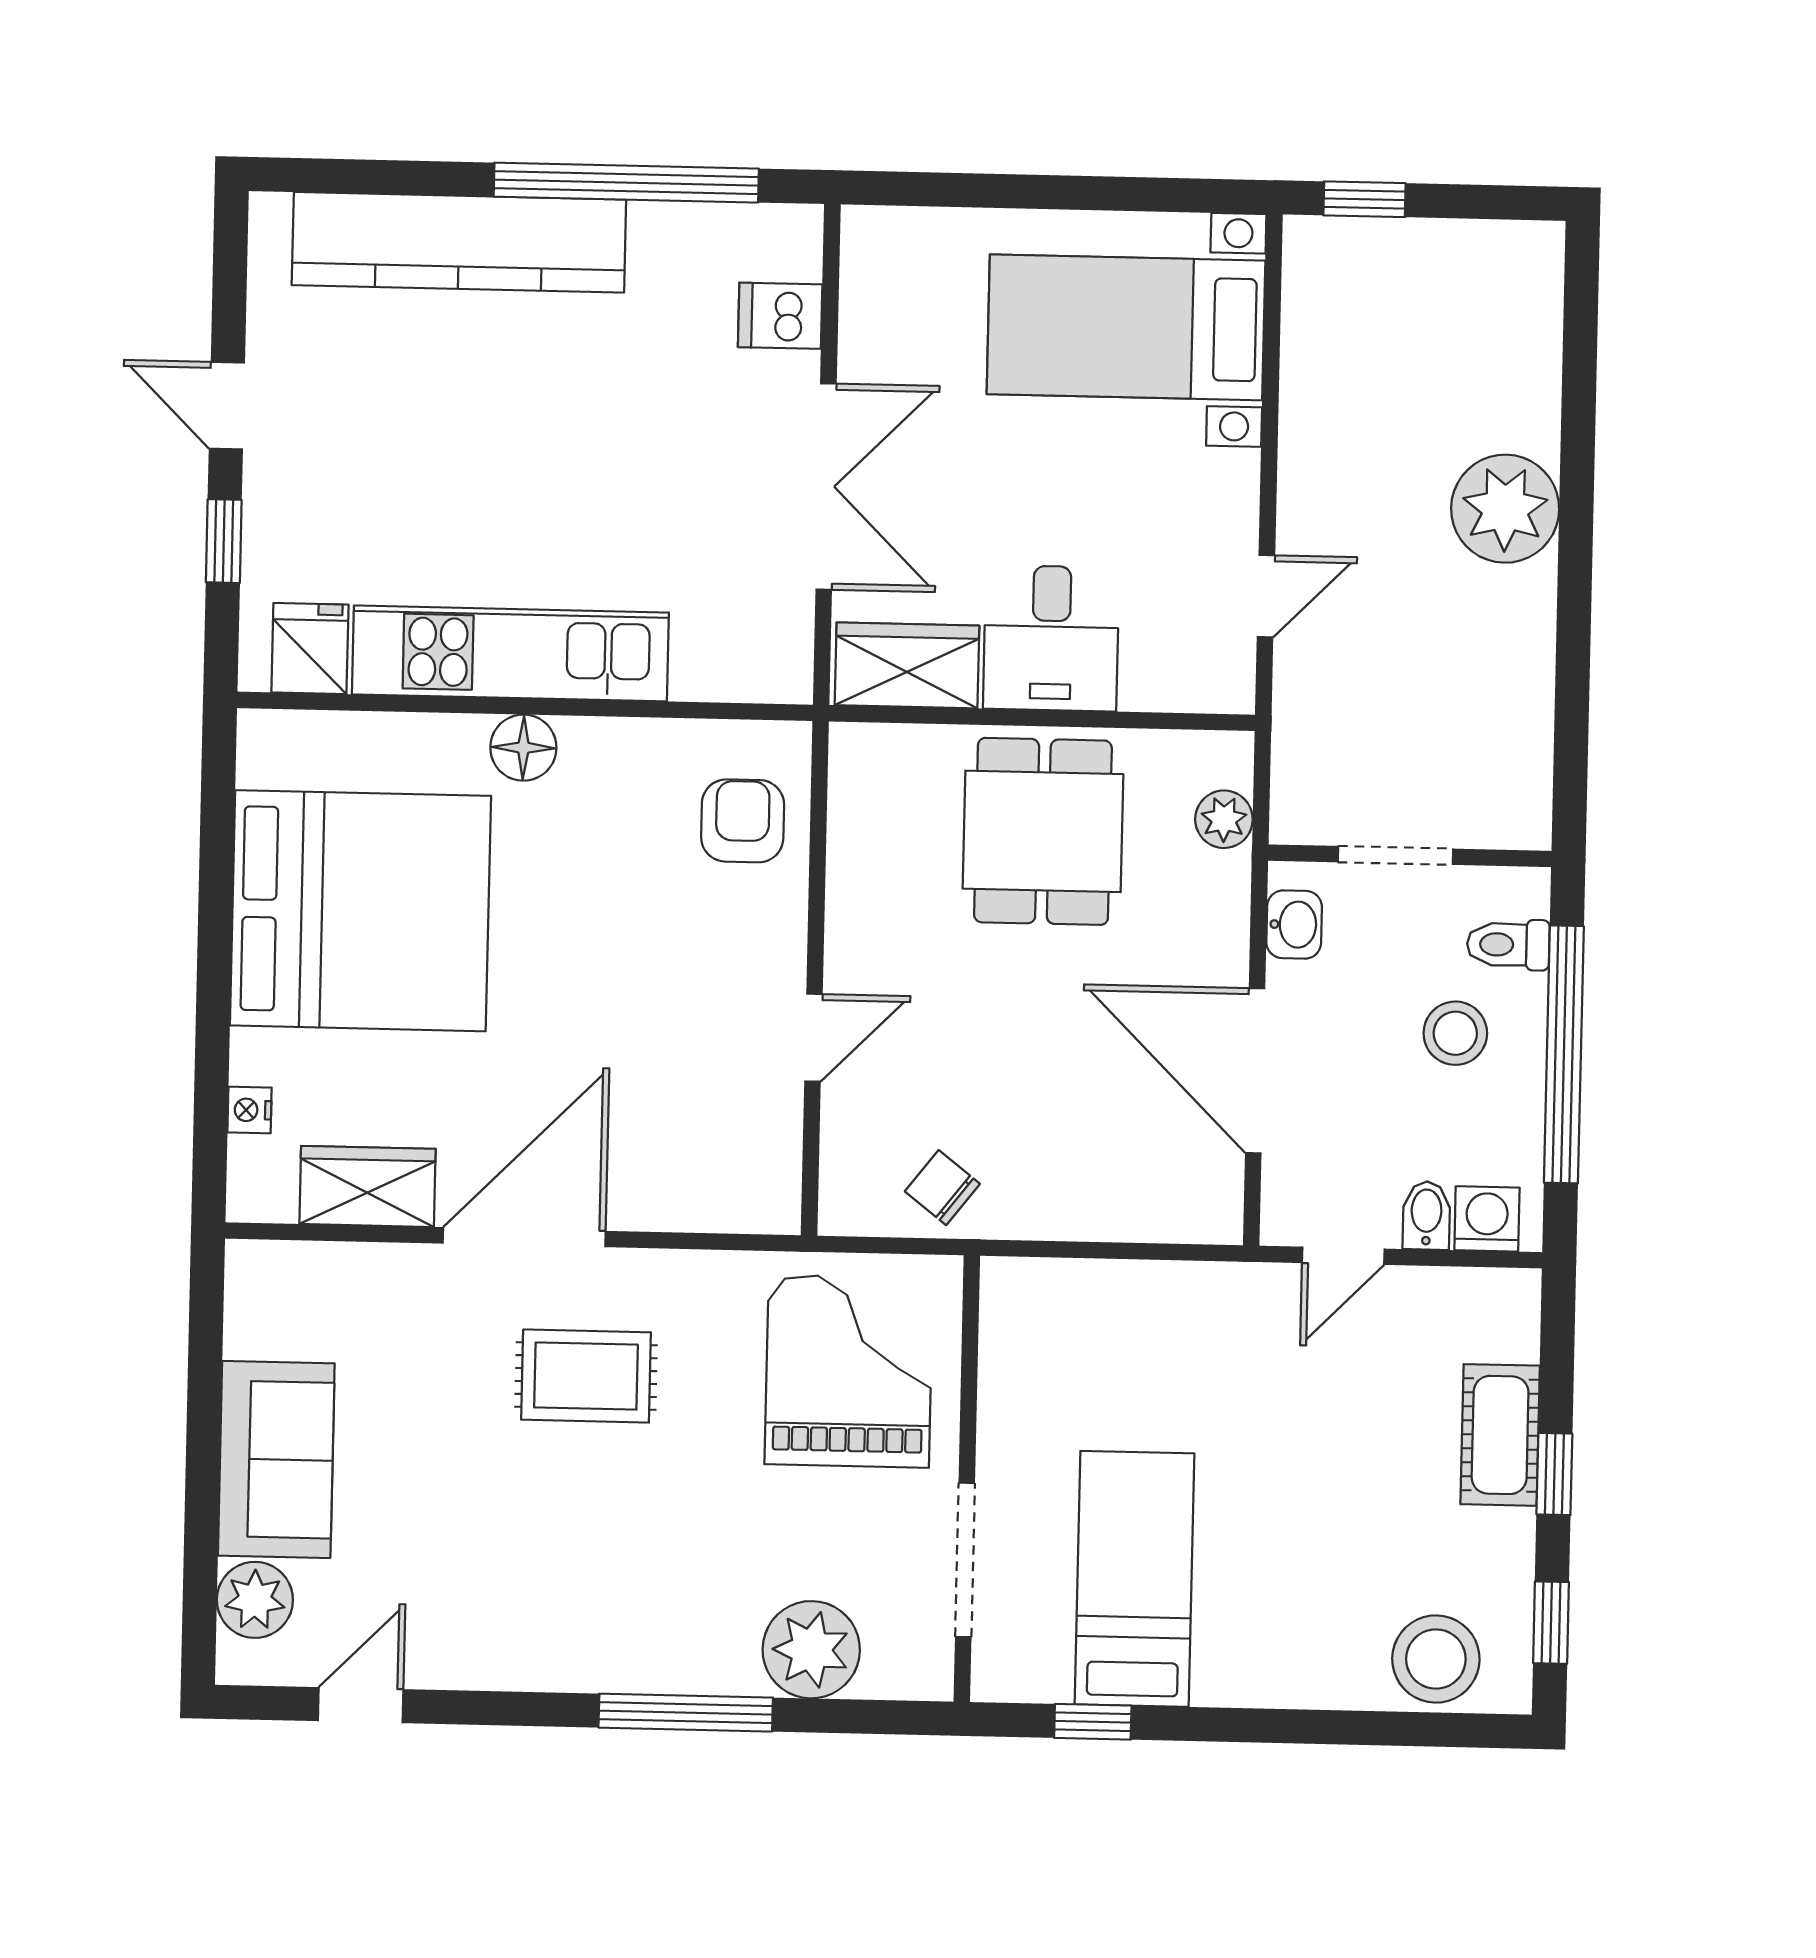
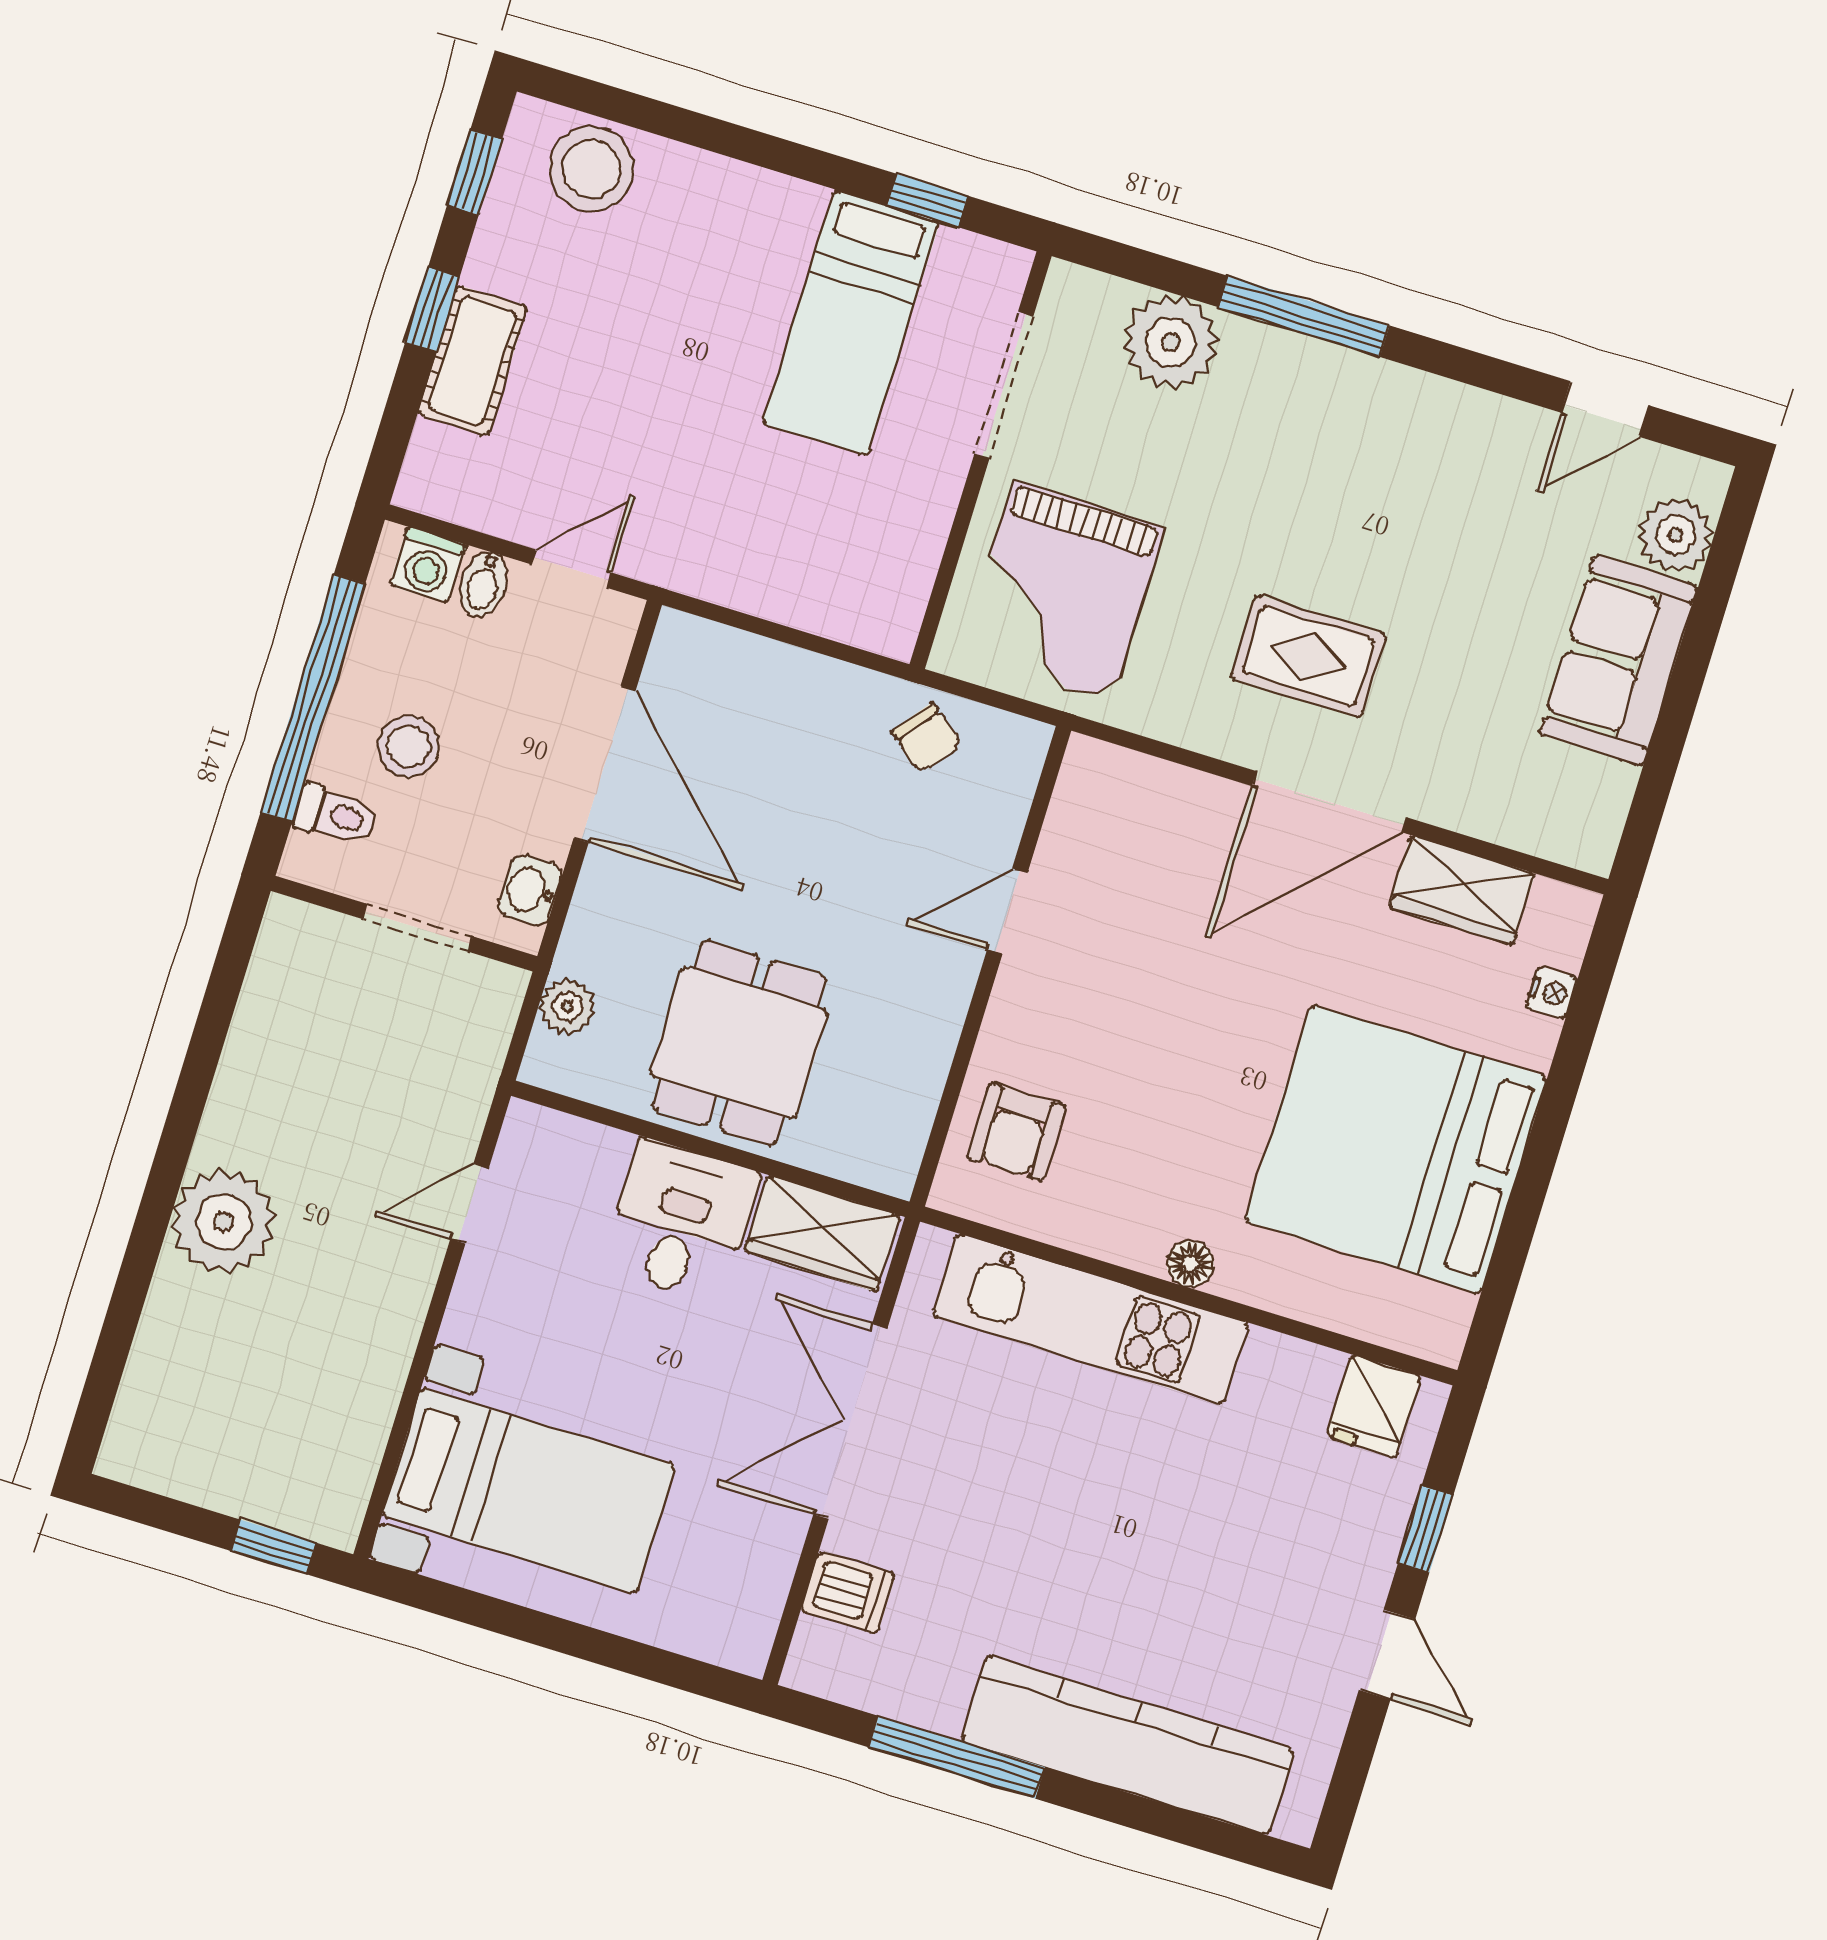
window: (626, 183) -> (956, 1757), width x0.68
kitchen unit: (510, 653) -> (1091, 1319), moved
floor lamp: (523, 748) -> (1190, 1264), width x0.73, depth x0.73

